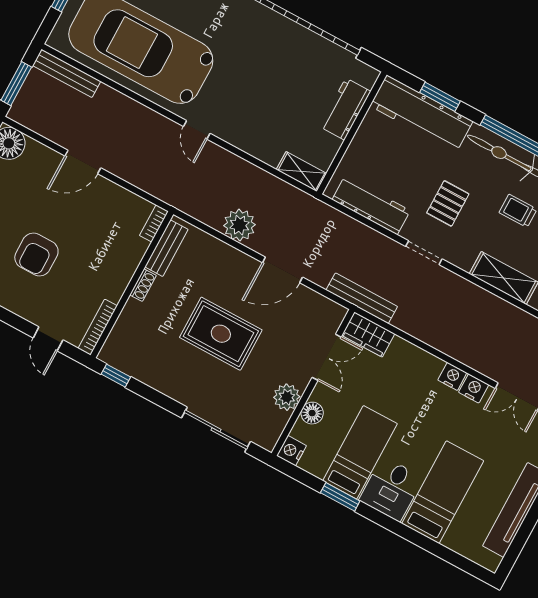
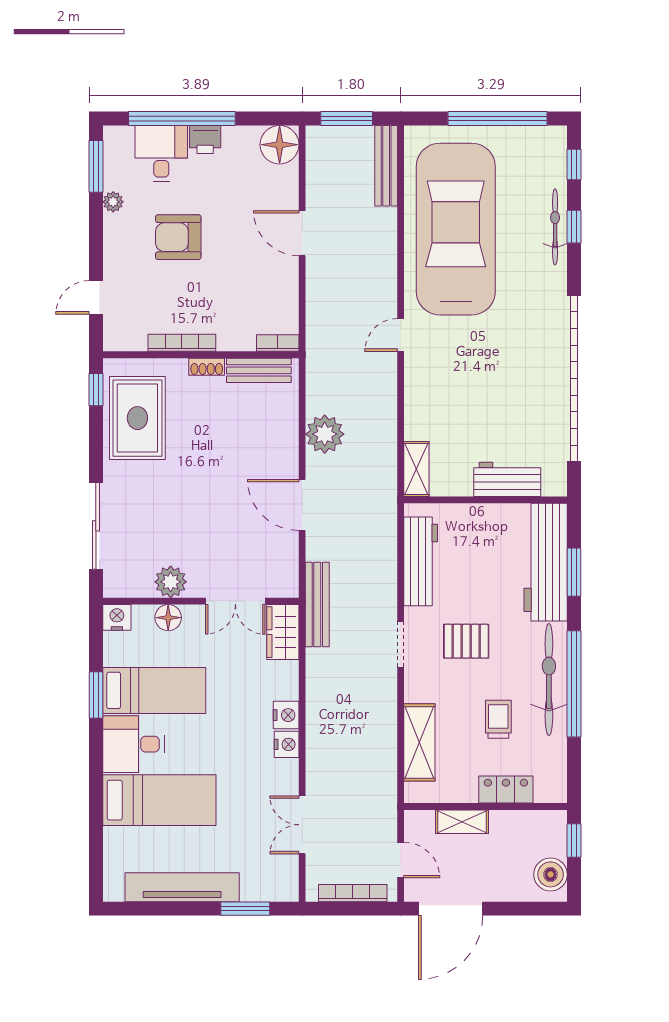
bookcase: (98, 327) -> (182, 343), moved
rug: (221, 334) -> (137, 418), moved
nightstand: (474, 388) -> (286, 715), moved

